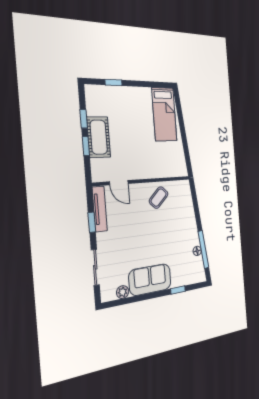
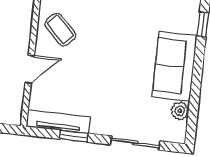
door: (119, 183) -> (30, 69), moved

